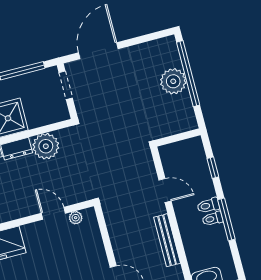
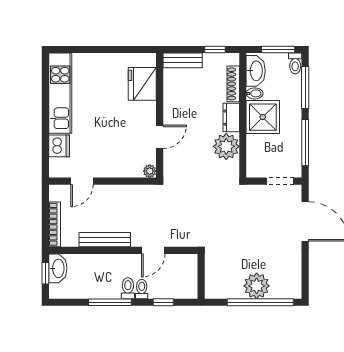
plant: (76, 218) -> (150, 171), moved
toilet: (213, 219) -> (142, 289), moved

